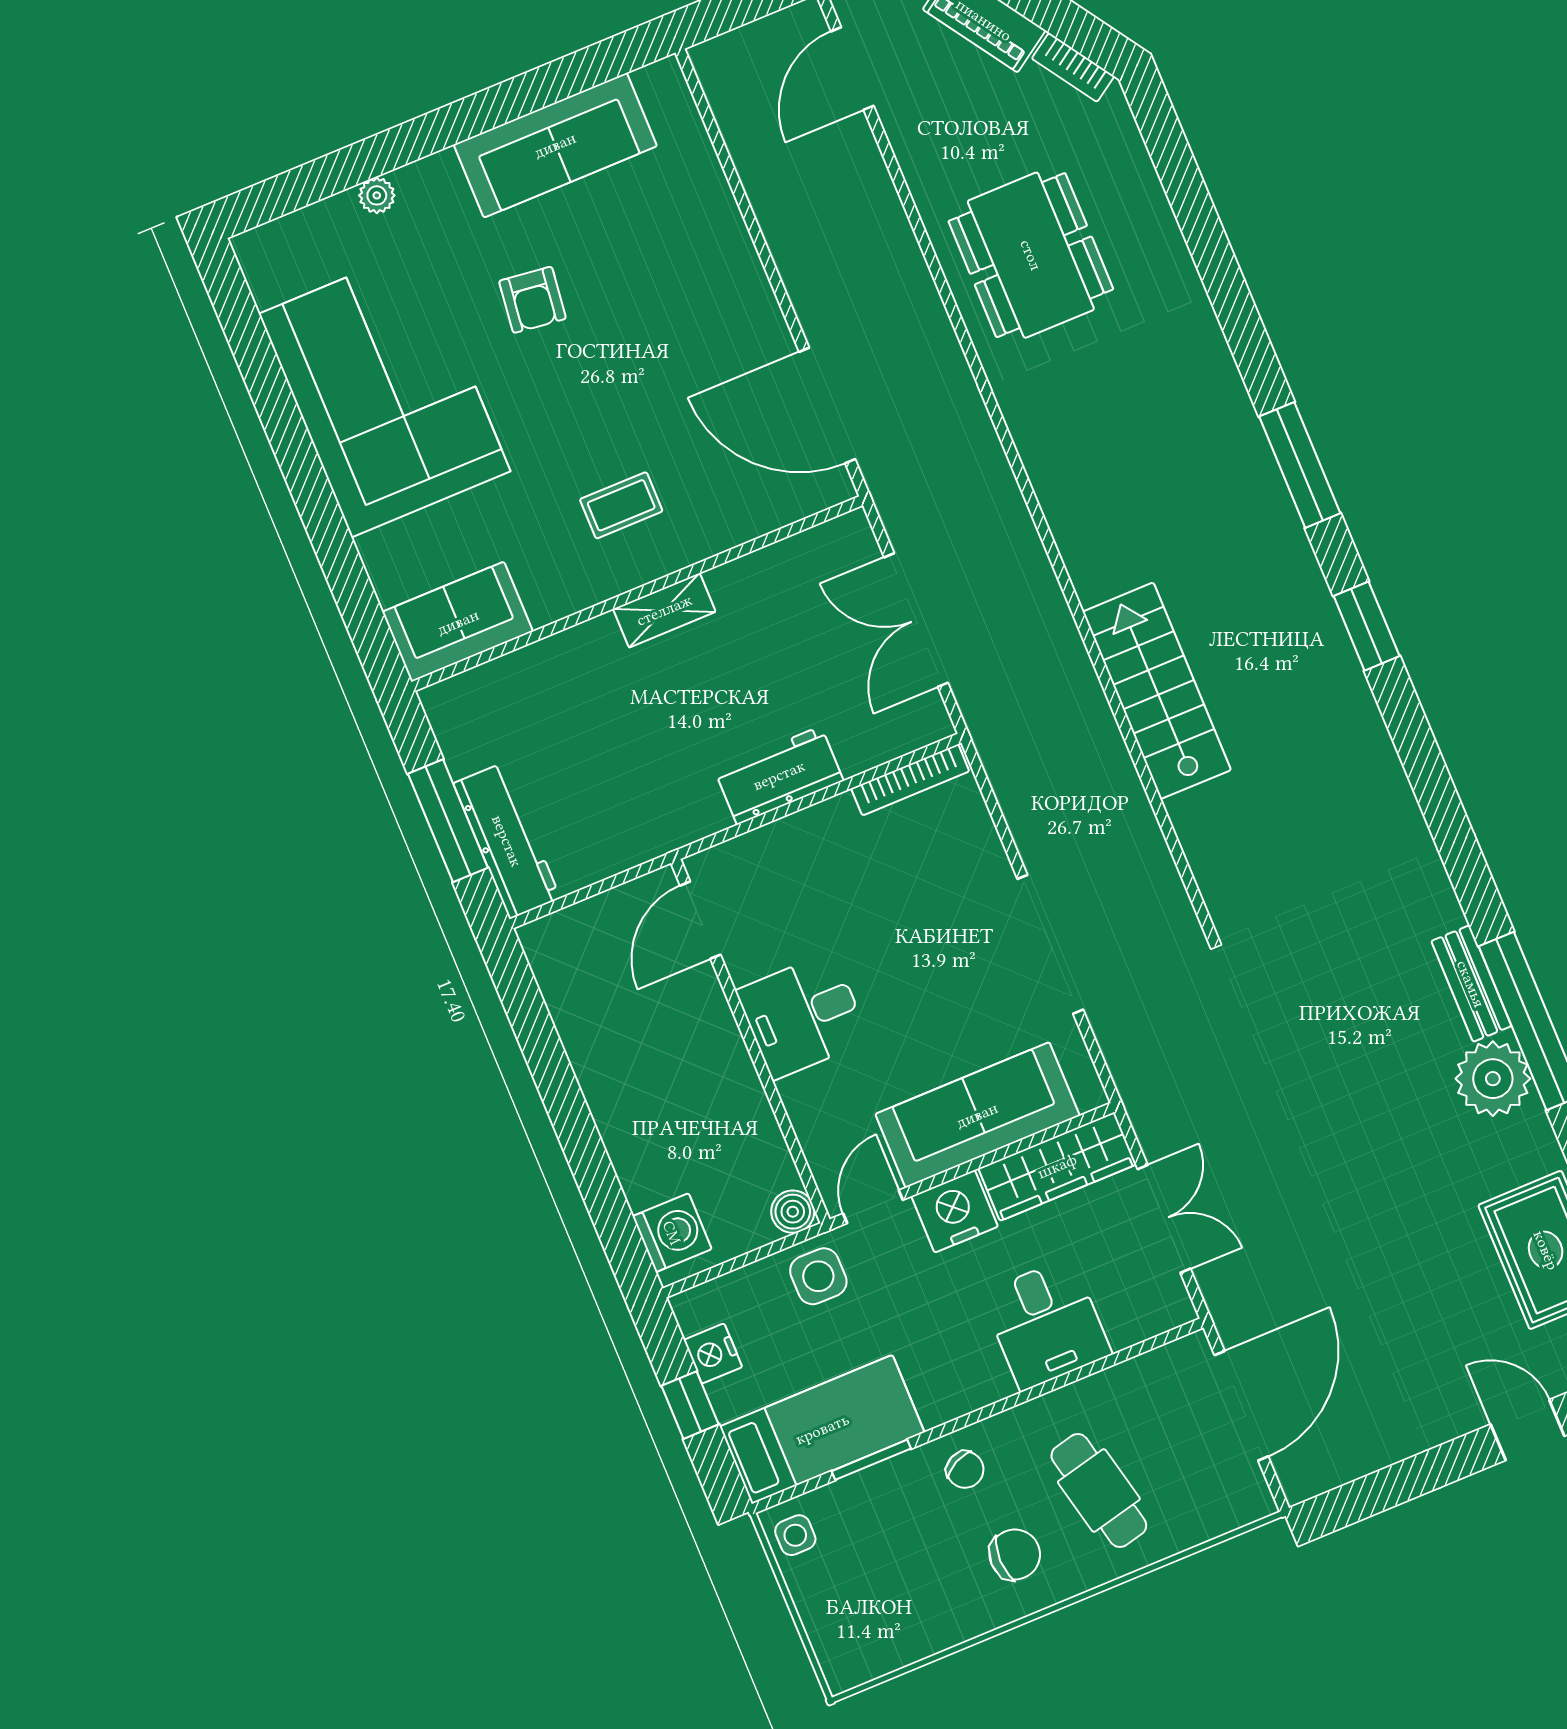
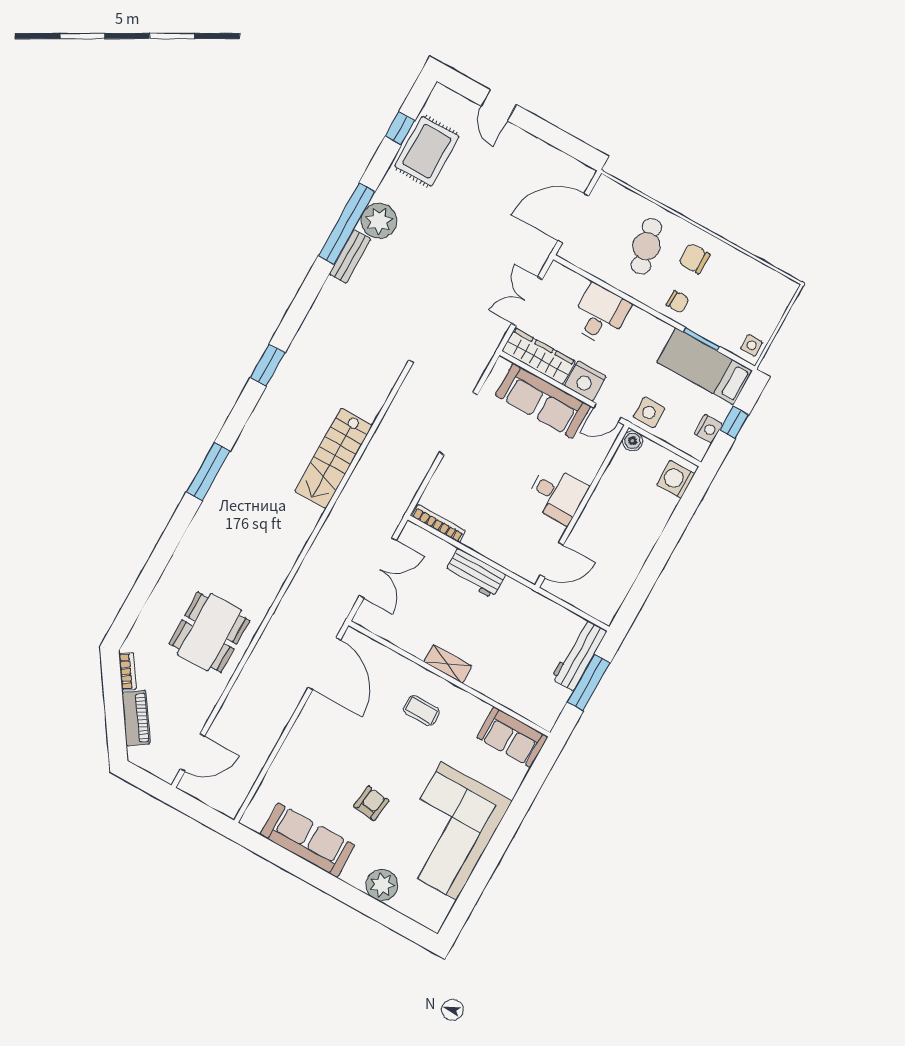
plant: (377, 195) -> (382, 885), width x1.88, depth x1.88
window: (1367, 626) -> (268, 365), moved
chair: (965, 1470) -> (678, 302), turned 116

